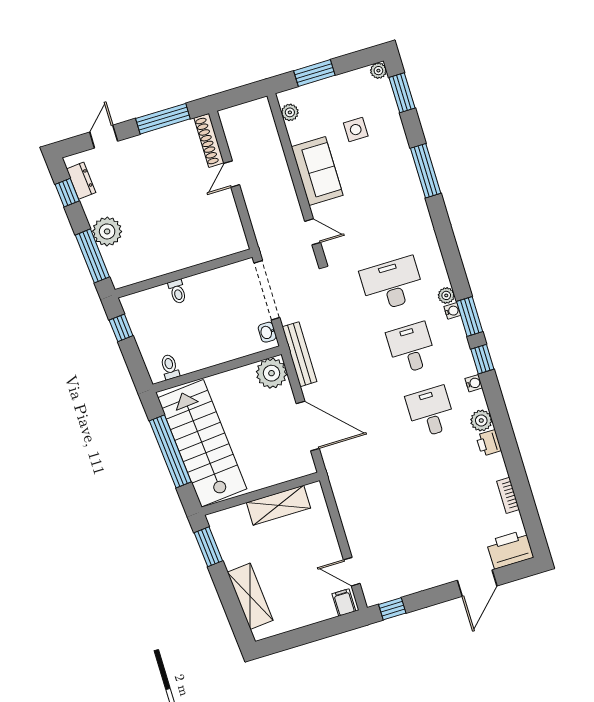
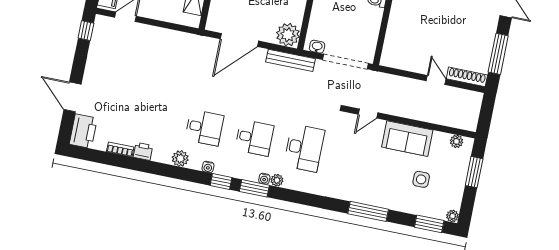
printer: (489, 443) -> (143, 151), moved

